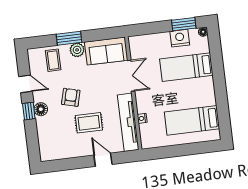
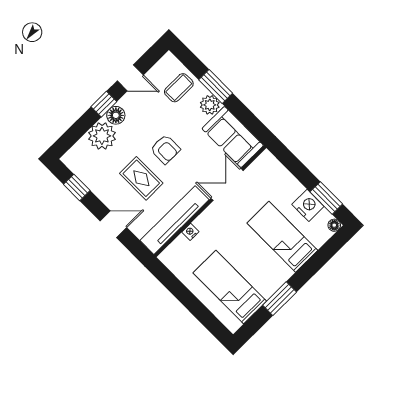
double door: (131, 76) -> (227, 184), swing flipped
door: (26, 84) -> (130, 78), hinge flipped
armchair: (71, 97) -> (165, 149), moved, turned 75
window: (221, 97) -> (280, 299), added
plant: (47, 127) -> (102, 136), added
door: (103, 160) -> (113, 224), hinge flipped
window: (65, 164) -> (77, 187), added

